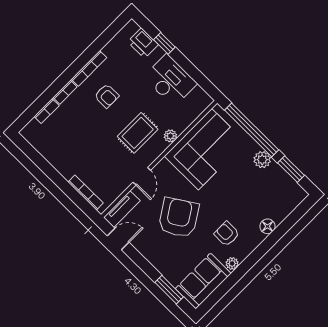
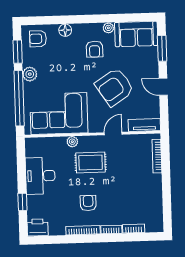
printer: (143, 43) -> (38, 227), moved, turned -90
armchair: (284, 197) -> (38, 39), added
door: (118, 239) -> (163, 87), moved

